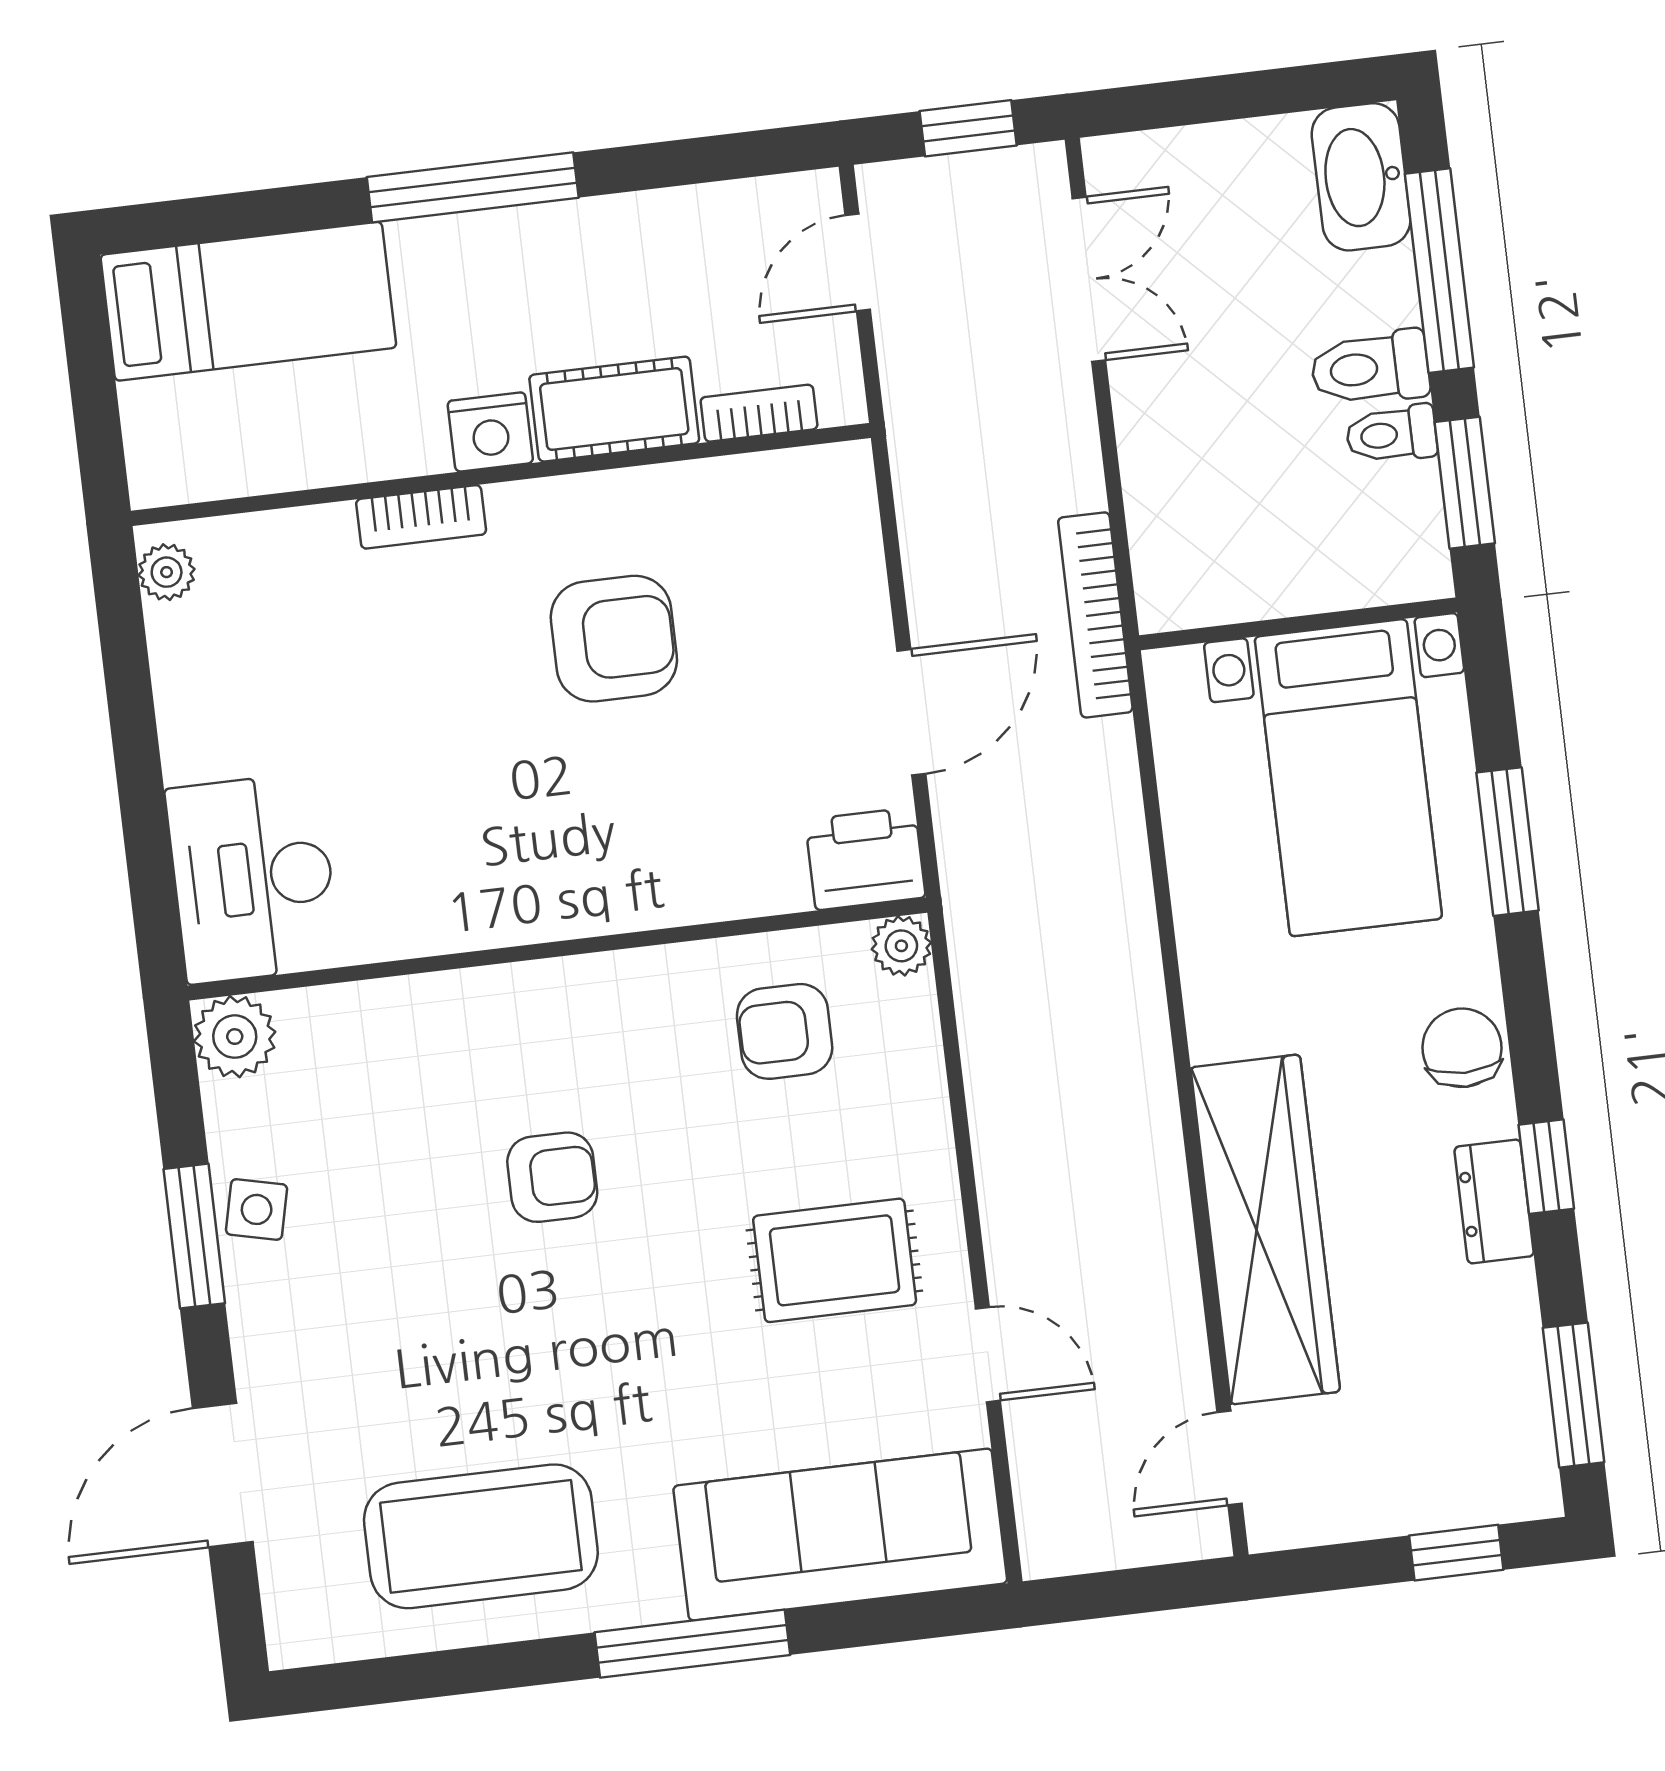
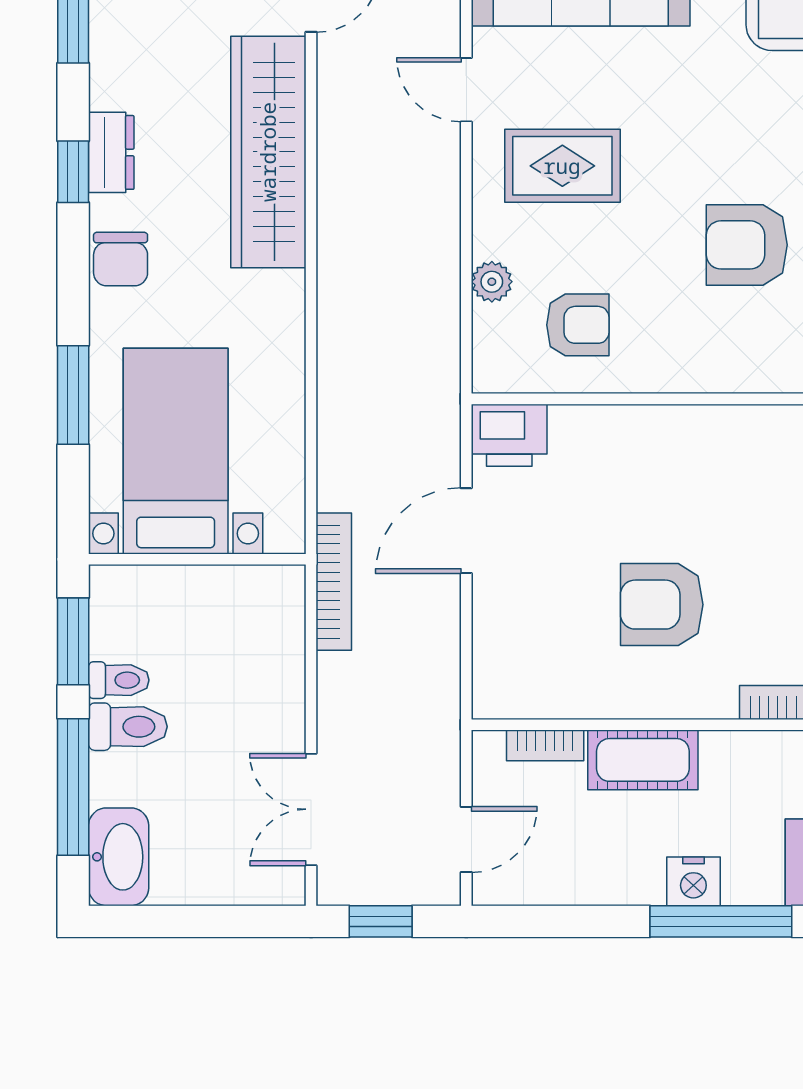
nightstand: (490, 432) -> (693, 881), moved, turned 180
plant: (901, 946) -> (492, 282), moved
armchair: (552, 1177) -> (747, 245), width x1.38, depth x1.38

